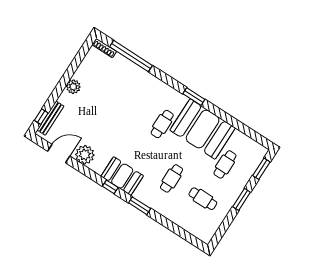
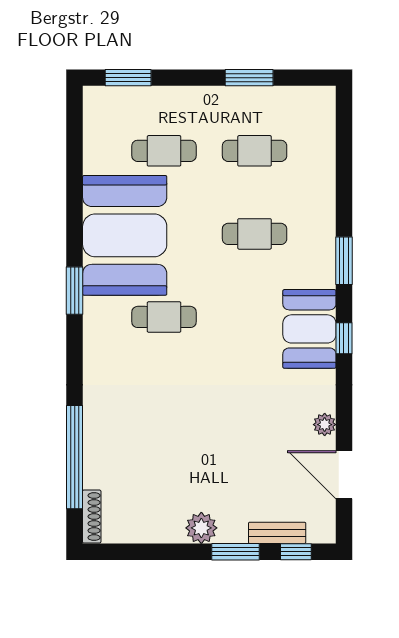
window: (56, 94) -> (235, 552), added
bench: (50, 118) -> (277, 533), width x0.73
plant: (85, 155) -> (325, 425), width x0.53, depth x0.53
cafe table: (203, 199) -> (255, 151), turned 90
window: (242, 199) -> (249, 78), moved

